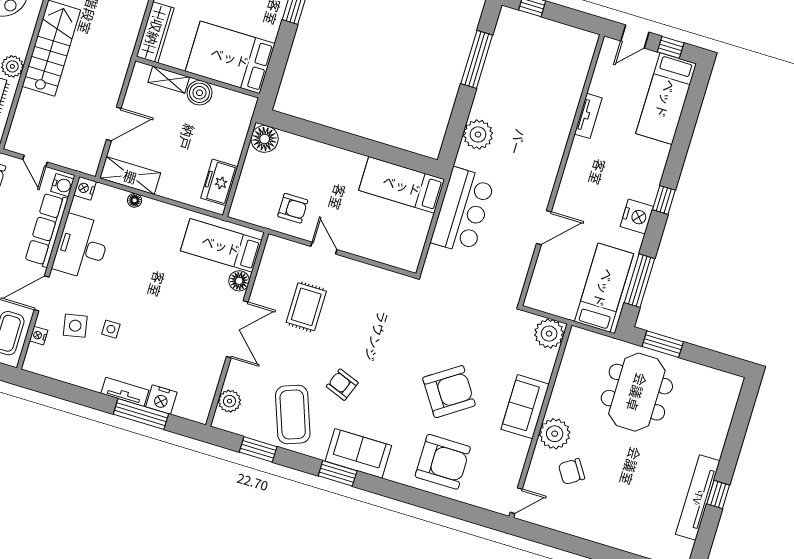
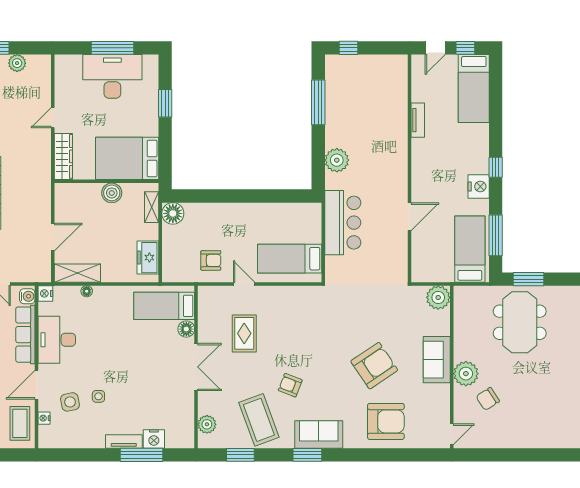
shelving: (169, 80) -> (152, 207), moved, turned 90
bed: (402, 185) -> (290, 259), moved

